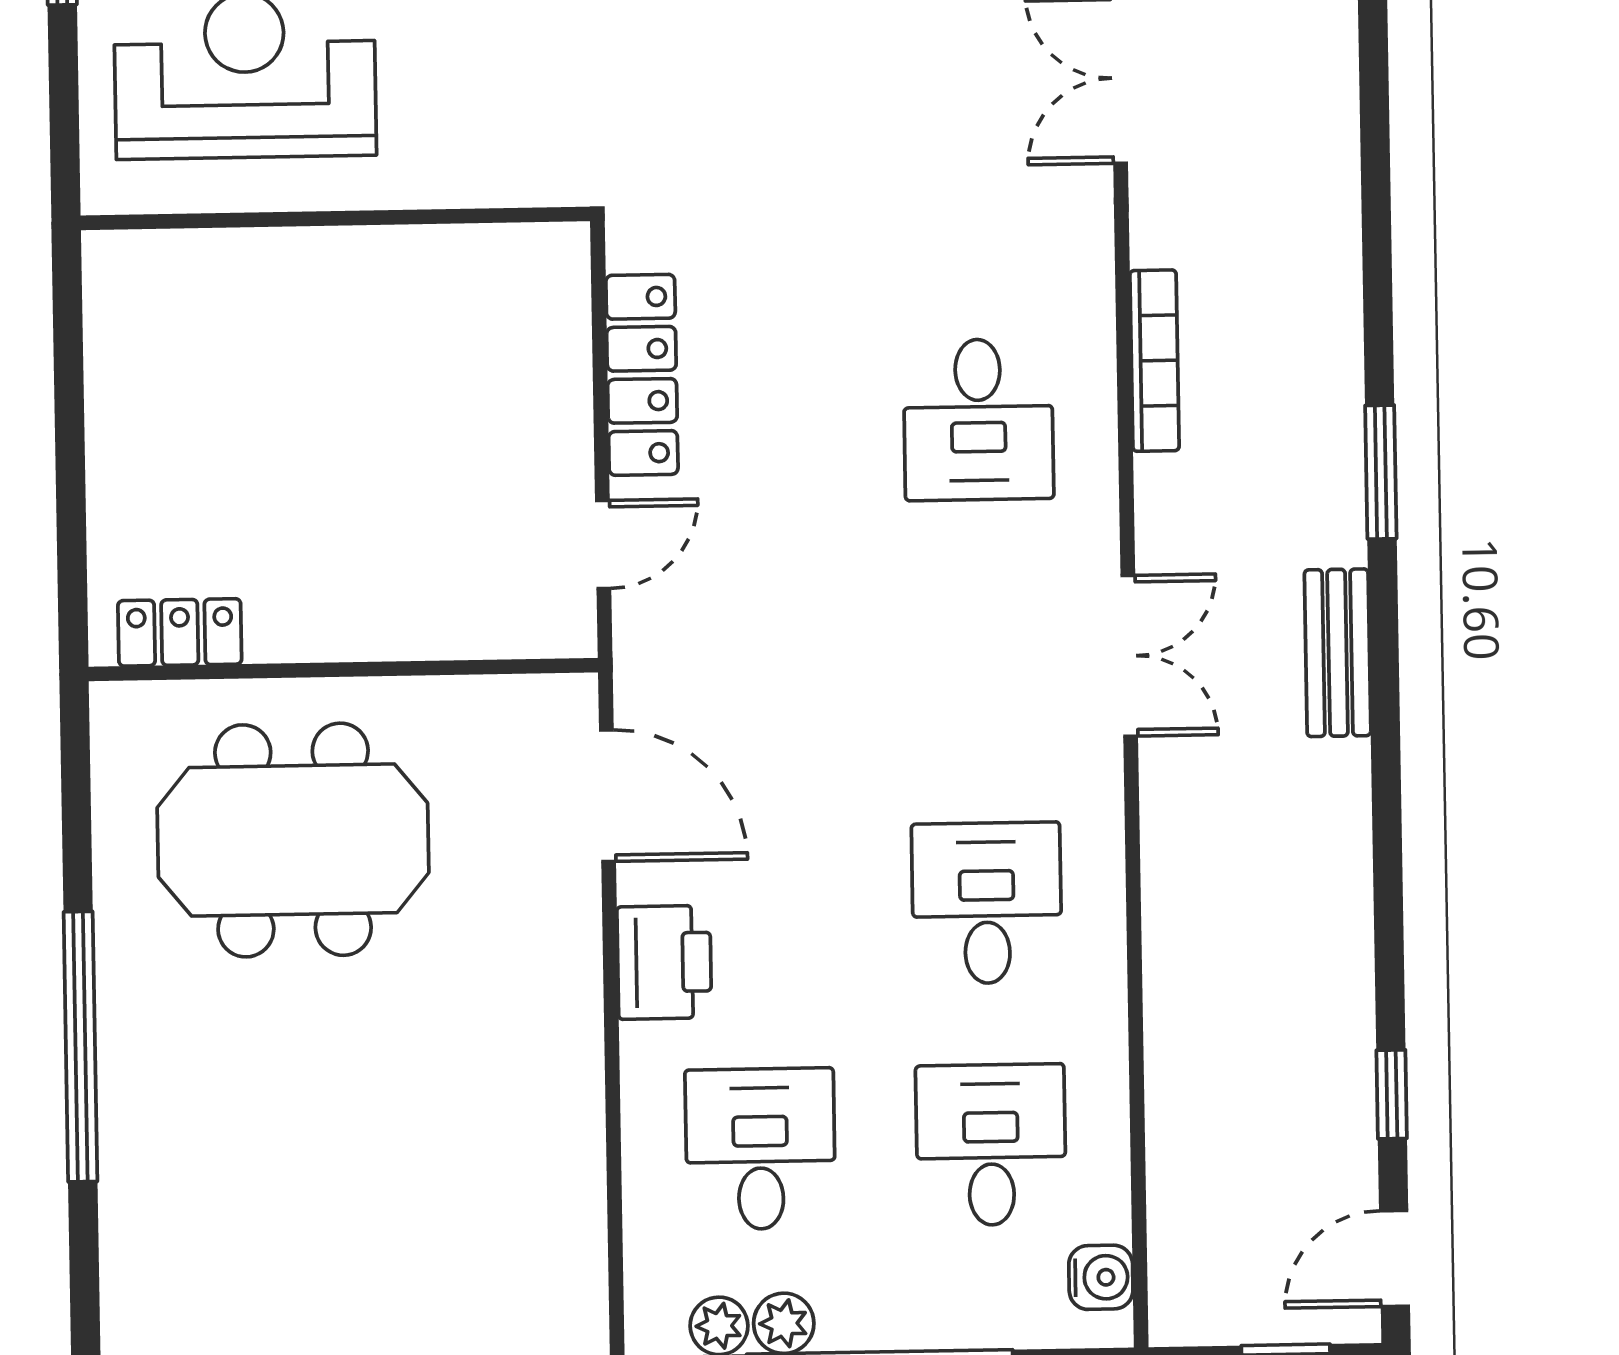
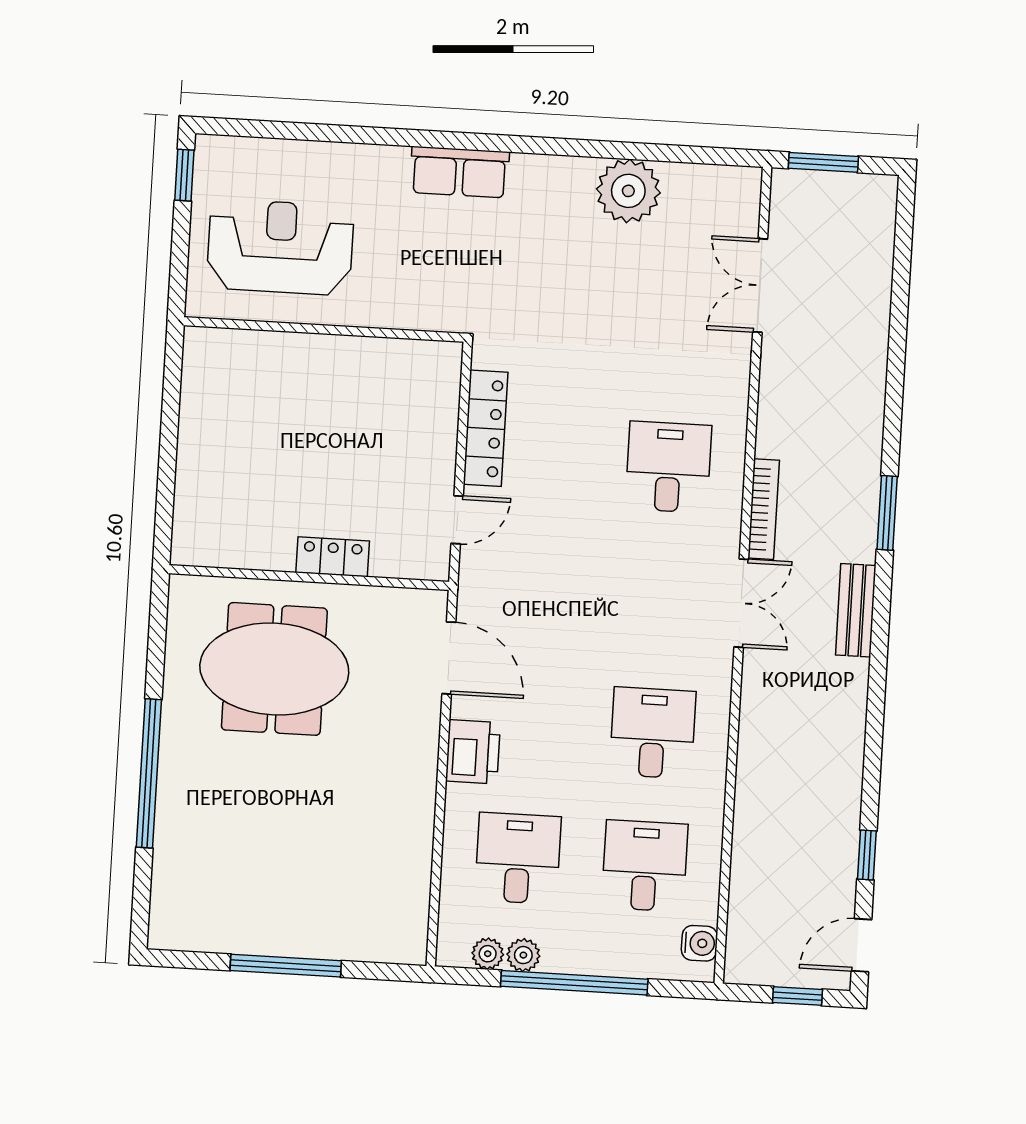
bookcase: (1154, 361) -> (764, 509), moved
desk: (978, 420) -> (668, 467), turned 180
locker: (180, 632) -> (333, 557), moved

